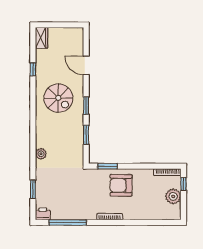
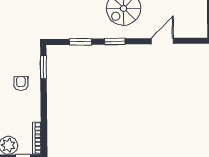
armchair: (121, 185) -> (21, 83), width x0.53, depth x0.53

